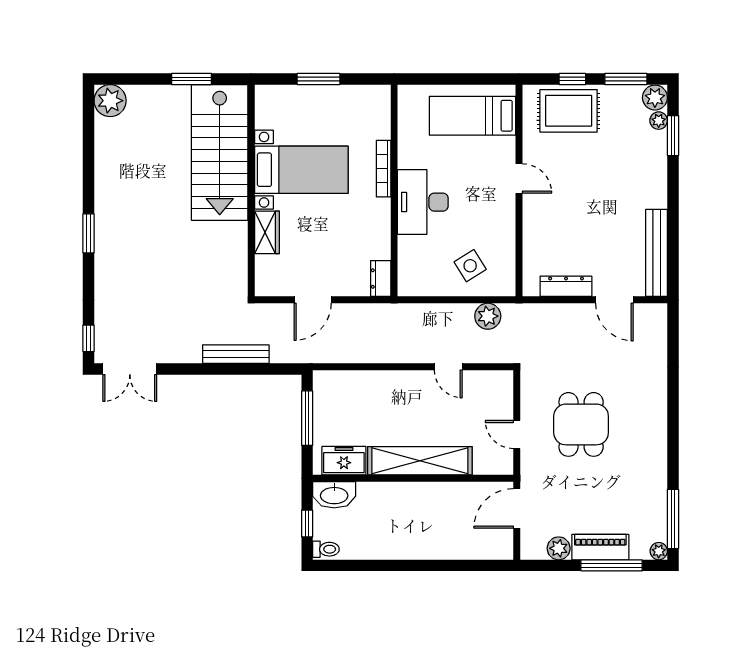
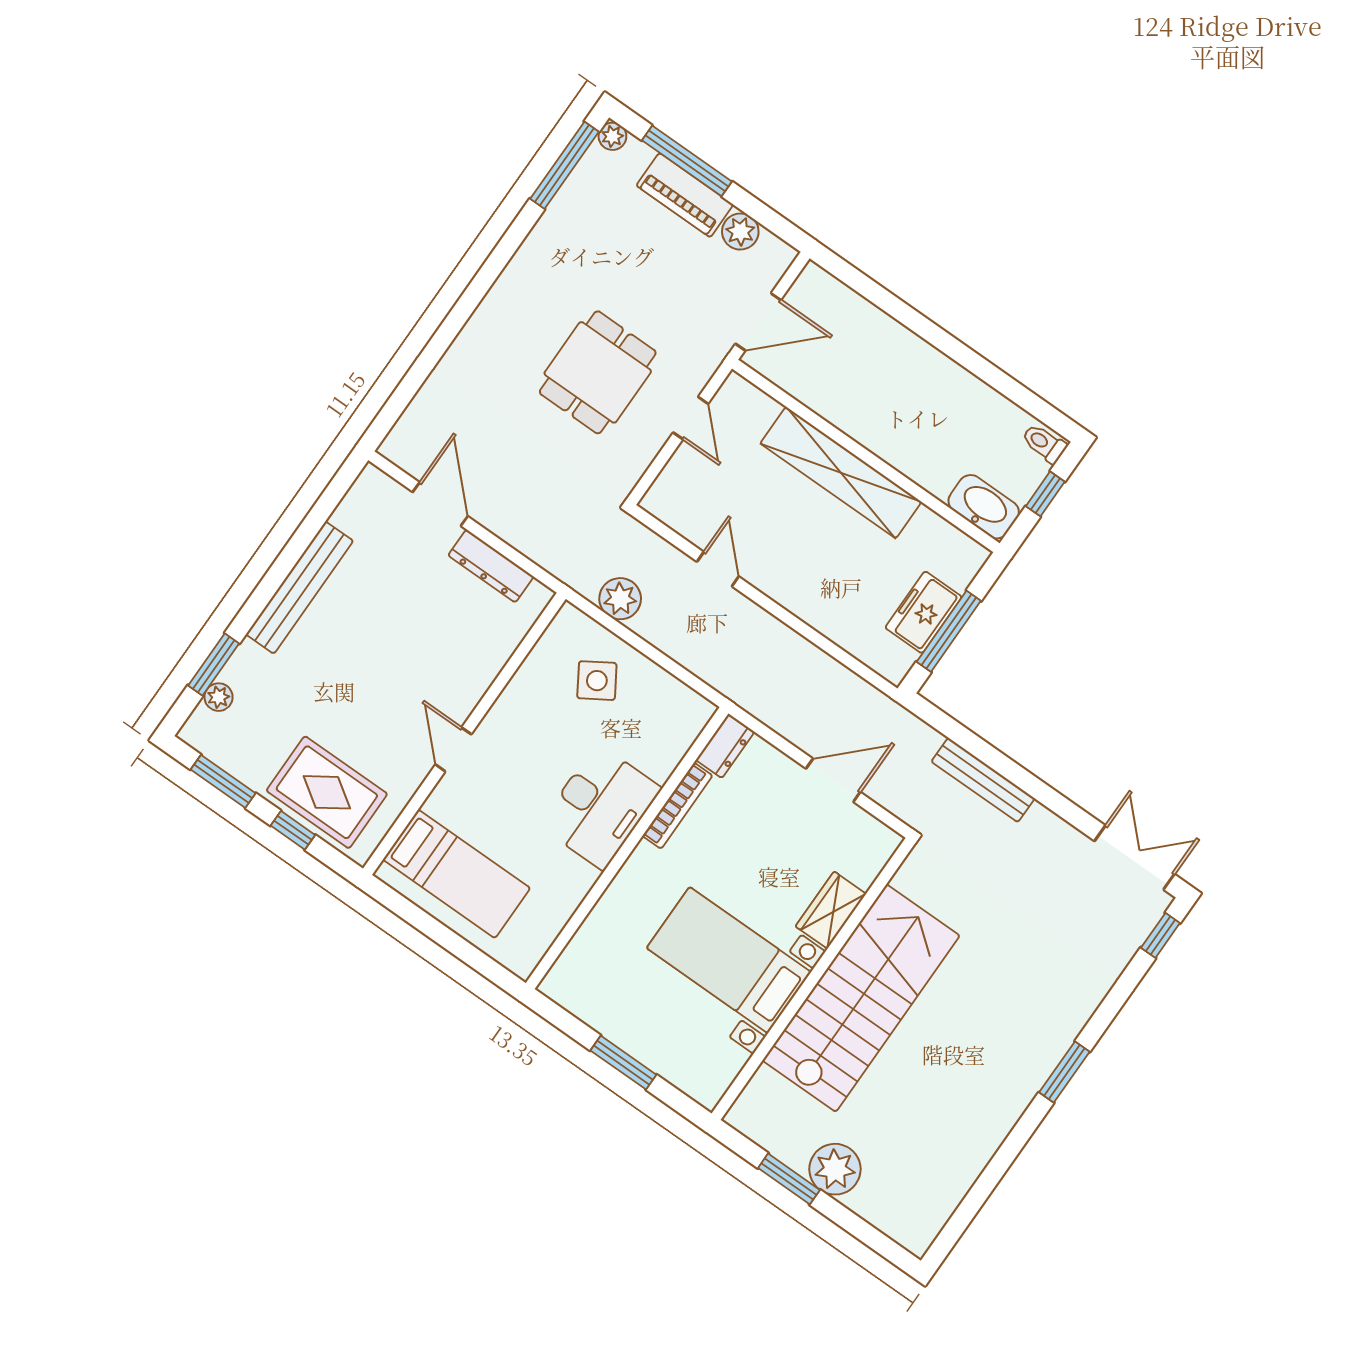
plant: (655, 98) -> (202, 730), removed
plant: (110, 101) -> (835, 1169), moved
stairs: (220, 152) -> (861, 998), moved
bookcase: (384, 169) -> (677, 806), moved
bench: (657, 253) -> (300, 588), moved
freezer: (344, 461) -> (923, 612), moved, turned 90

